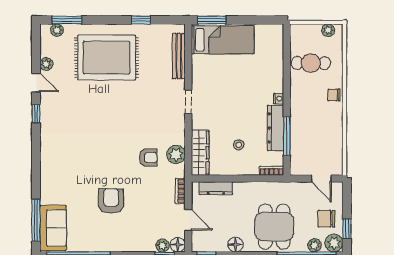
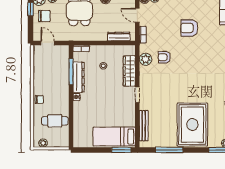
window: (141, 20) -> (169, 150), width x2.17
rug: (107, 58) -> (192, 125), turned 90
wardrobe: (200, 153) -> (129, 71), moved
armchair: (111, 201) -> (189, 28), turned 90

